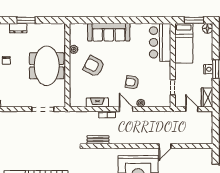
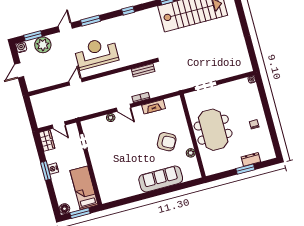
bar counter: (160, 42) -> (108, 182), removed
armchair: (132, 82) -> (125, 136), removed

